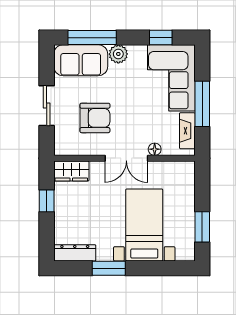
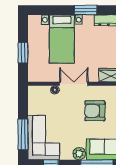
window: (202, 104) -> (23, 134), moved
fireplace: (187, 131) -> (33, 102), removed
window: (202, 227) -> (23, 53), moved

